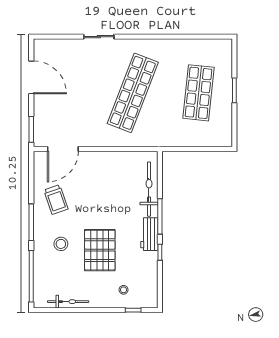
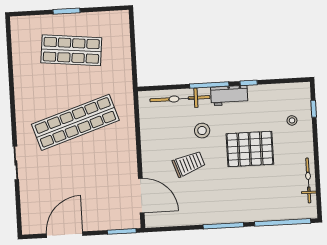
shop shelf: (133, 93) -> (75, 122), turned -39
trolley: (56, 200) -> (189, 164), moved
stool: (61, 244) -> (202, 131), moved

